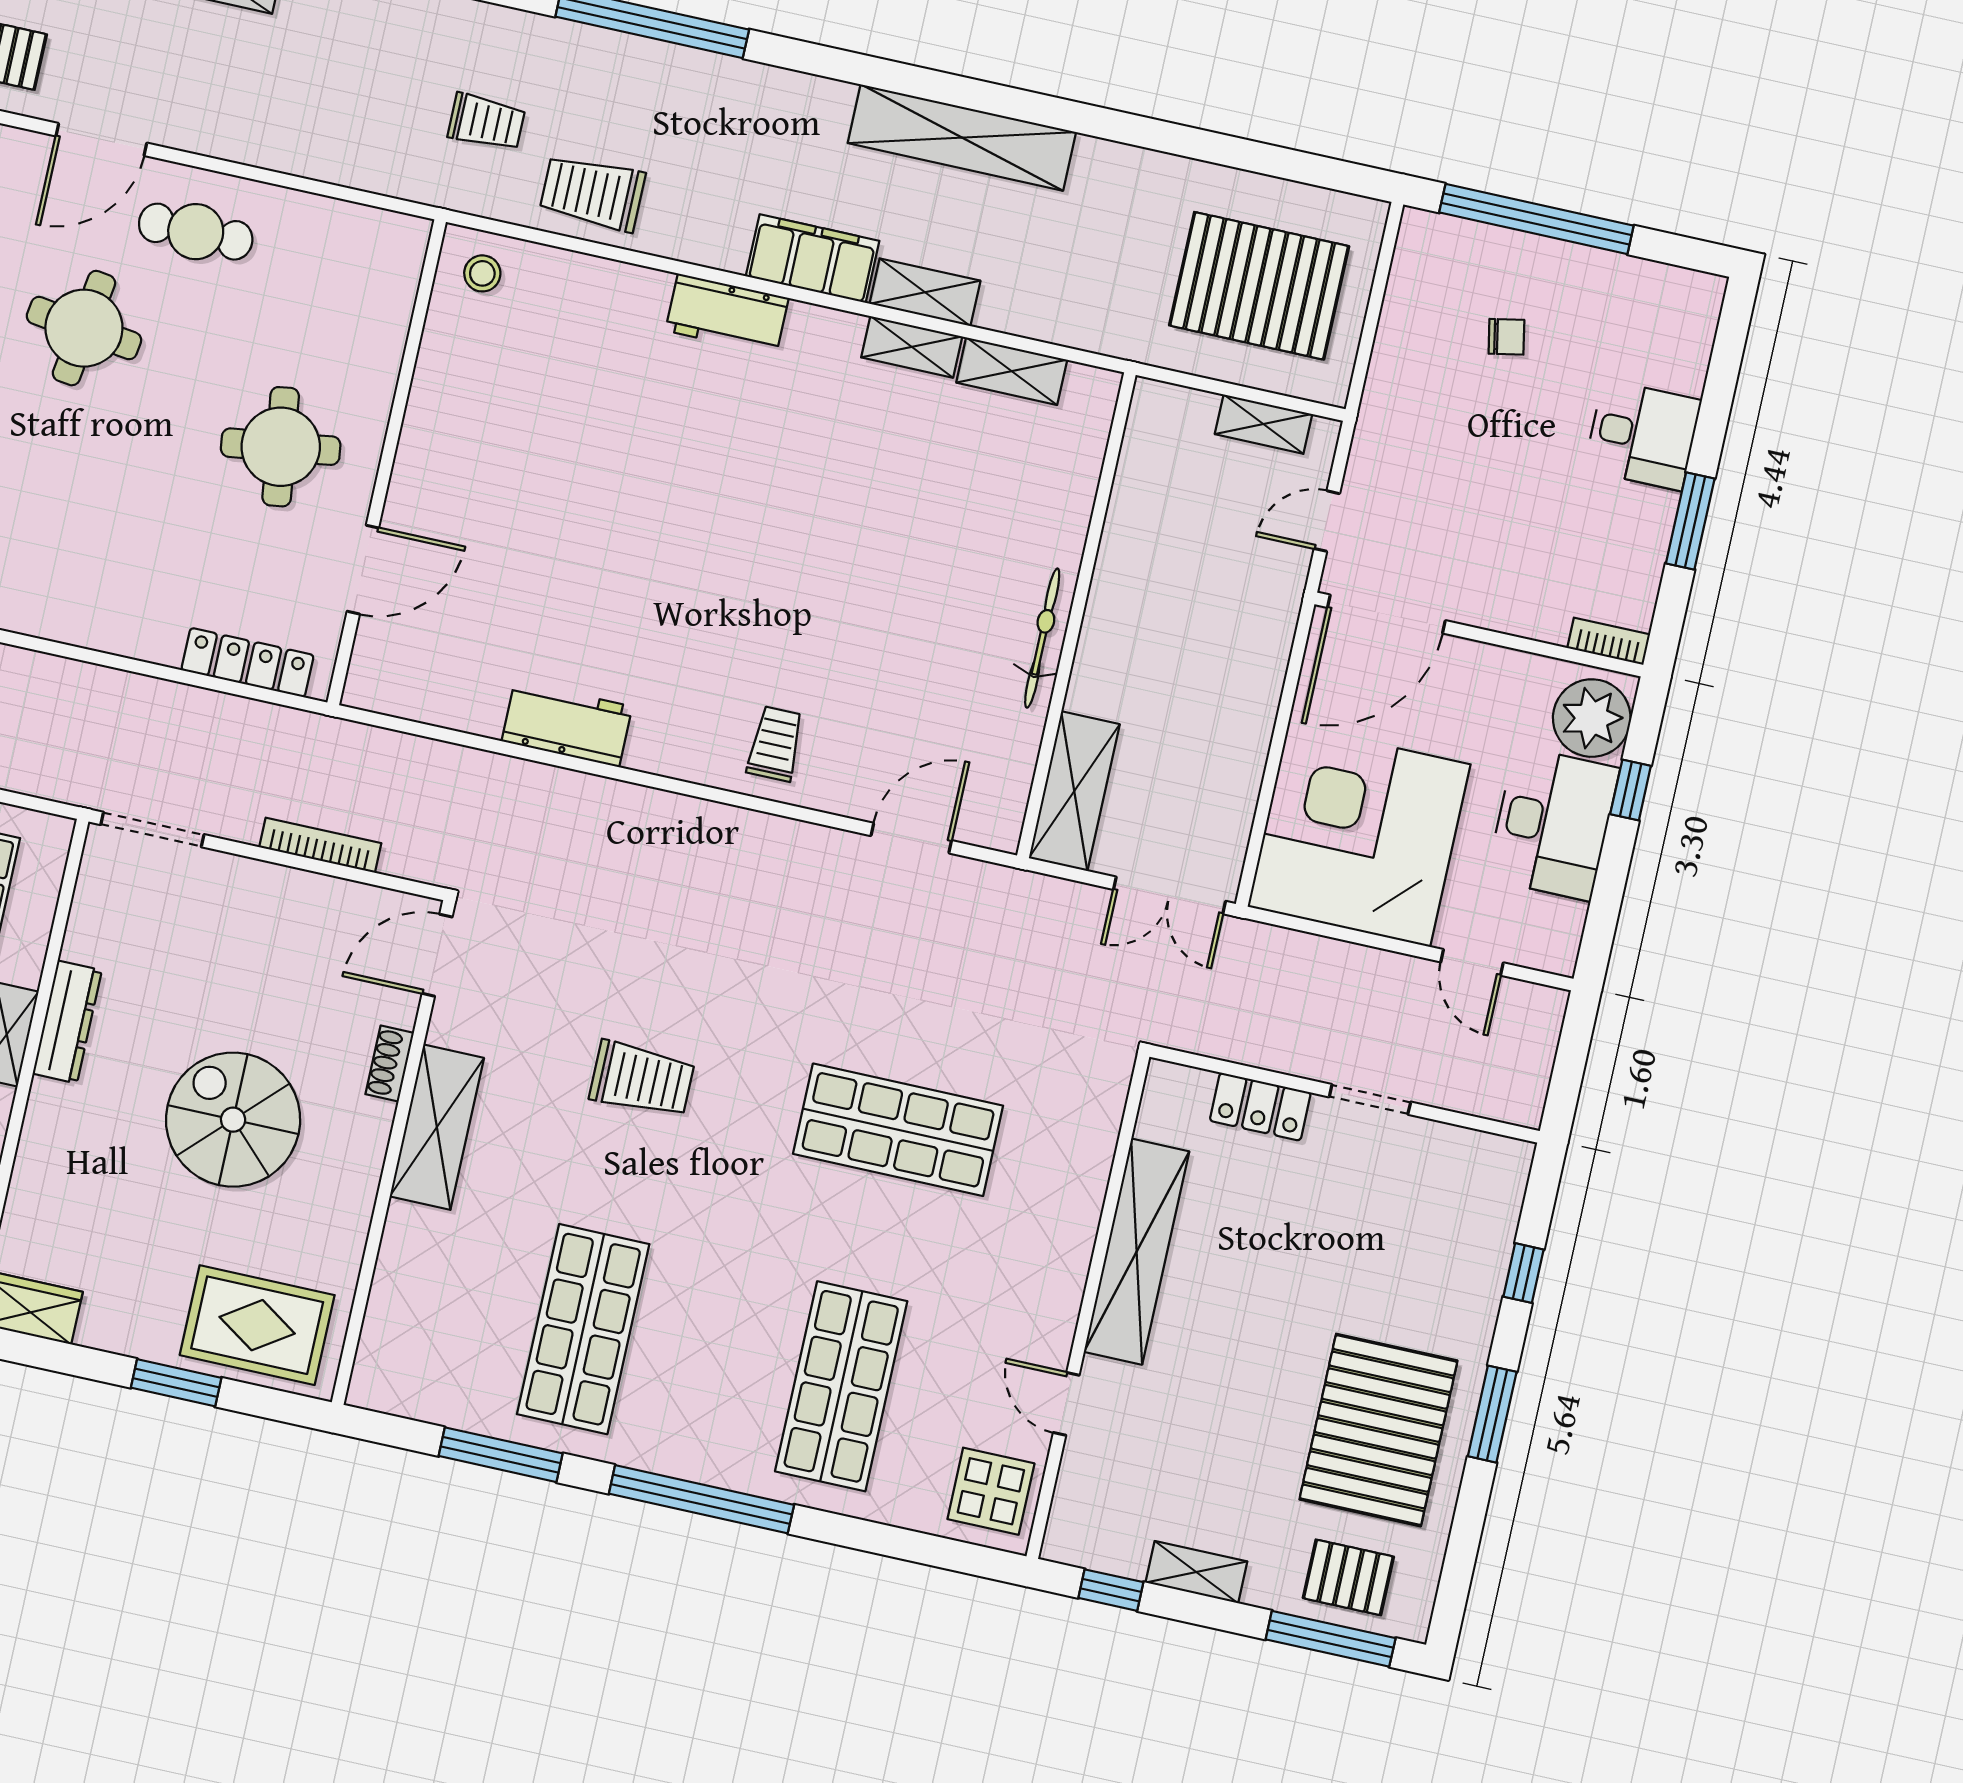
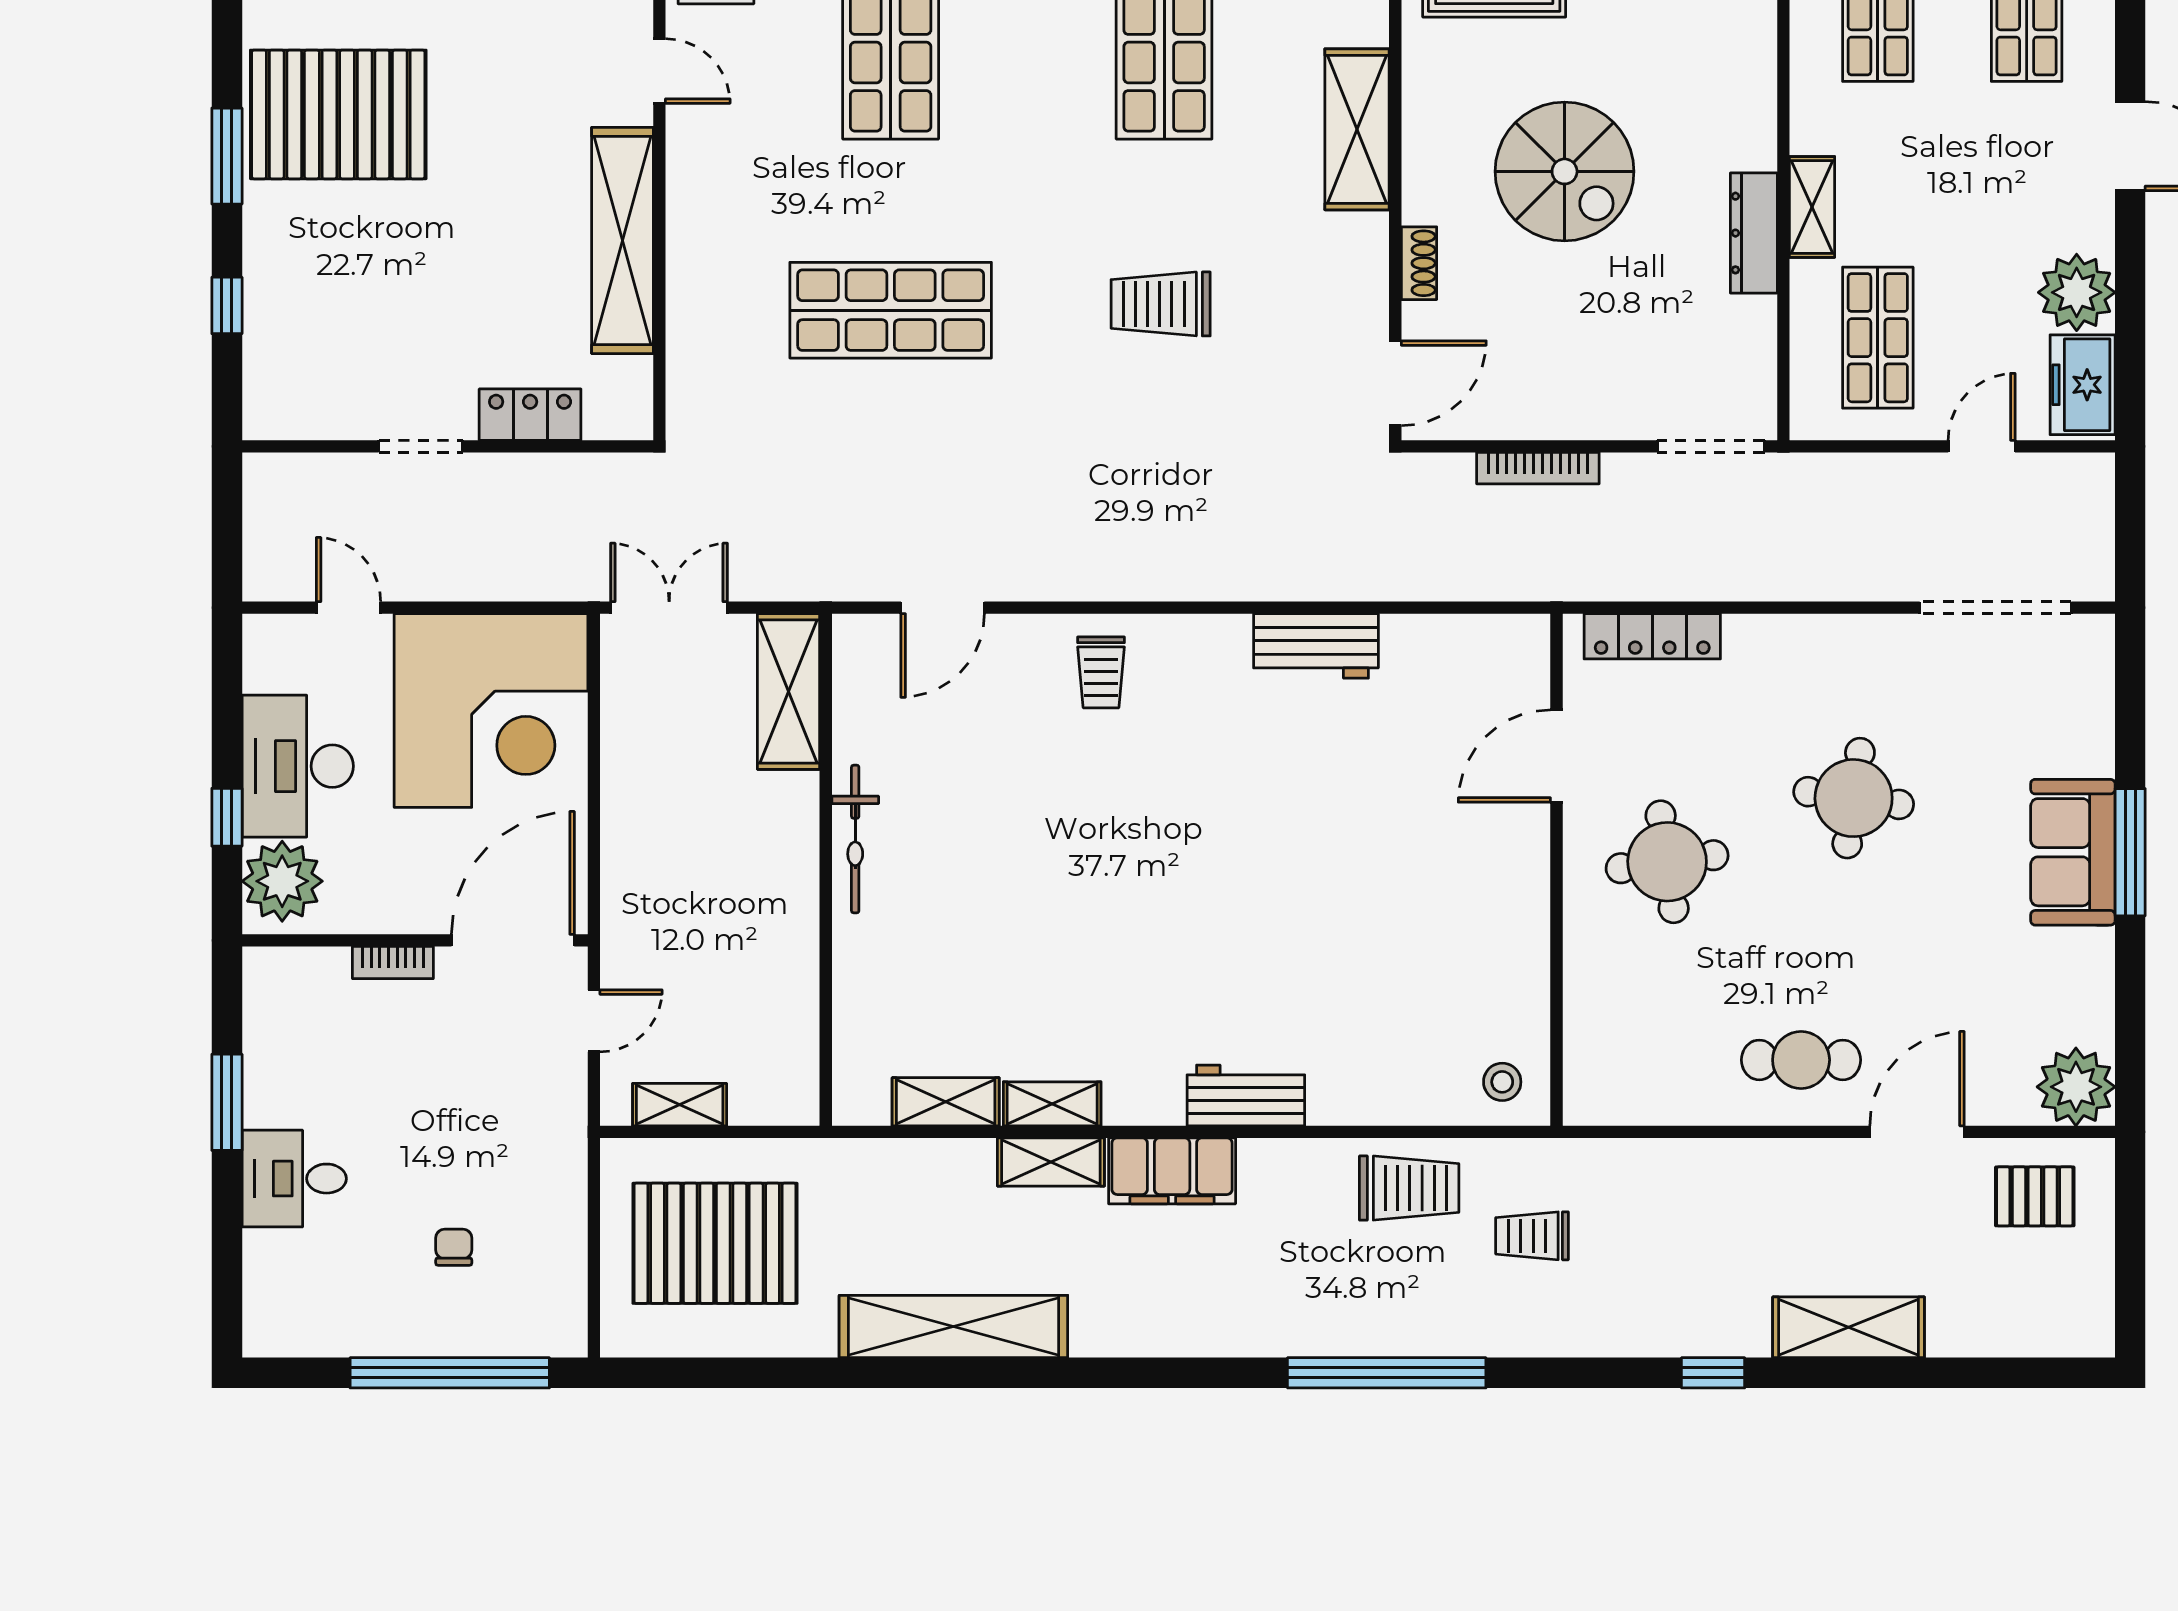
shelving: (962, 138) -> (953, 1327), moved
round table: (84, 328) -> (1854, 798), moved
chair: (1506, 337) -> (454, 1247), turned 101
bookcase: (1609, 641) -> (393, 963), moved
shelving: (437, 1127) -> (1357, 129), moved
pallet: (1378, 1430) -> (338, 114), turned 90

